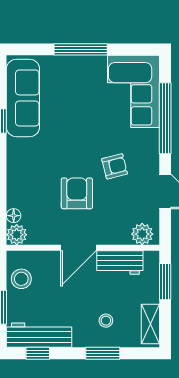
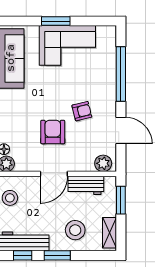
window: (81, 49) -> (56, 21), width x0.69
corner sofa: (133, 91) -> (67, 45), moved, turned -90
stool: (106, 321) -> (75, 230), width x1.89, depth x1.89
window: (103, 353) -> (57, 255), moved

